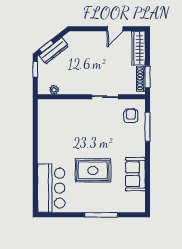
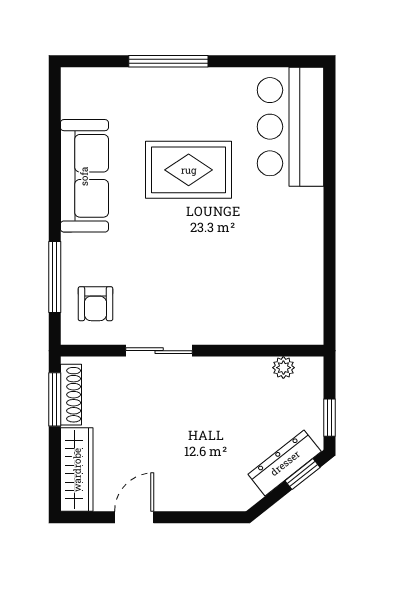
sofa: (135, 174) -> (84, 176), width x1.36

